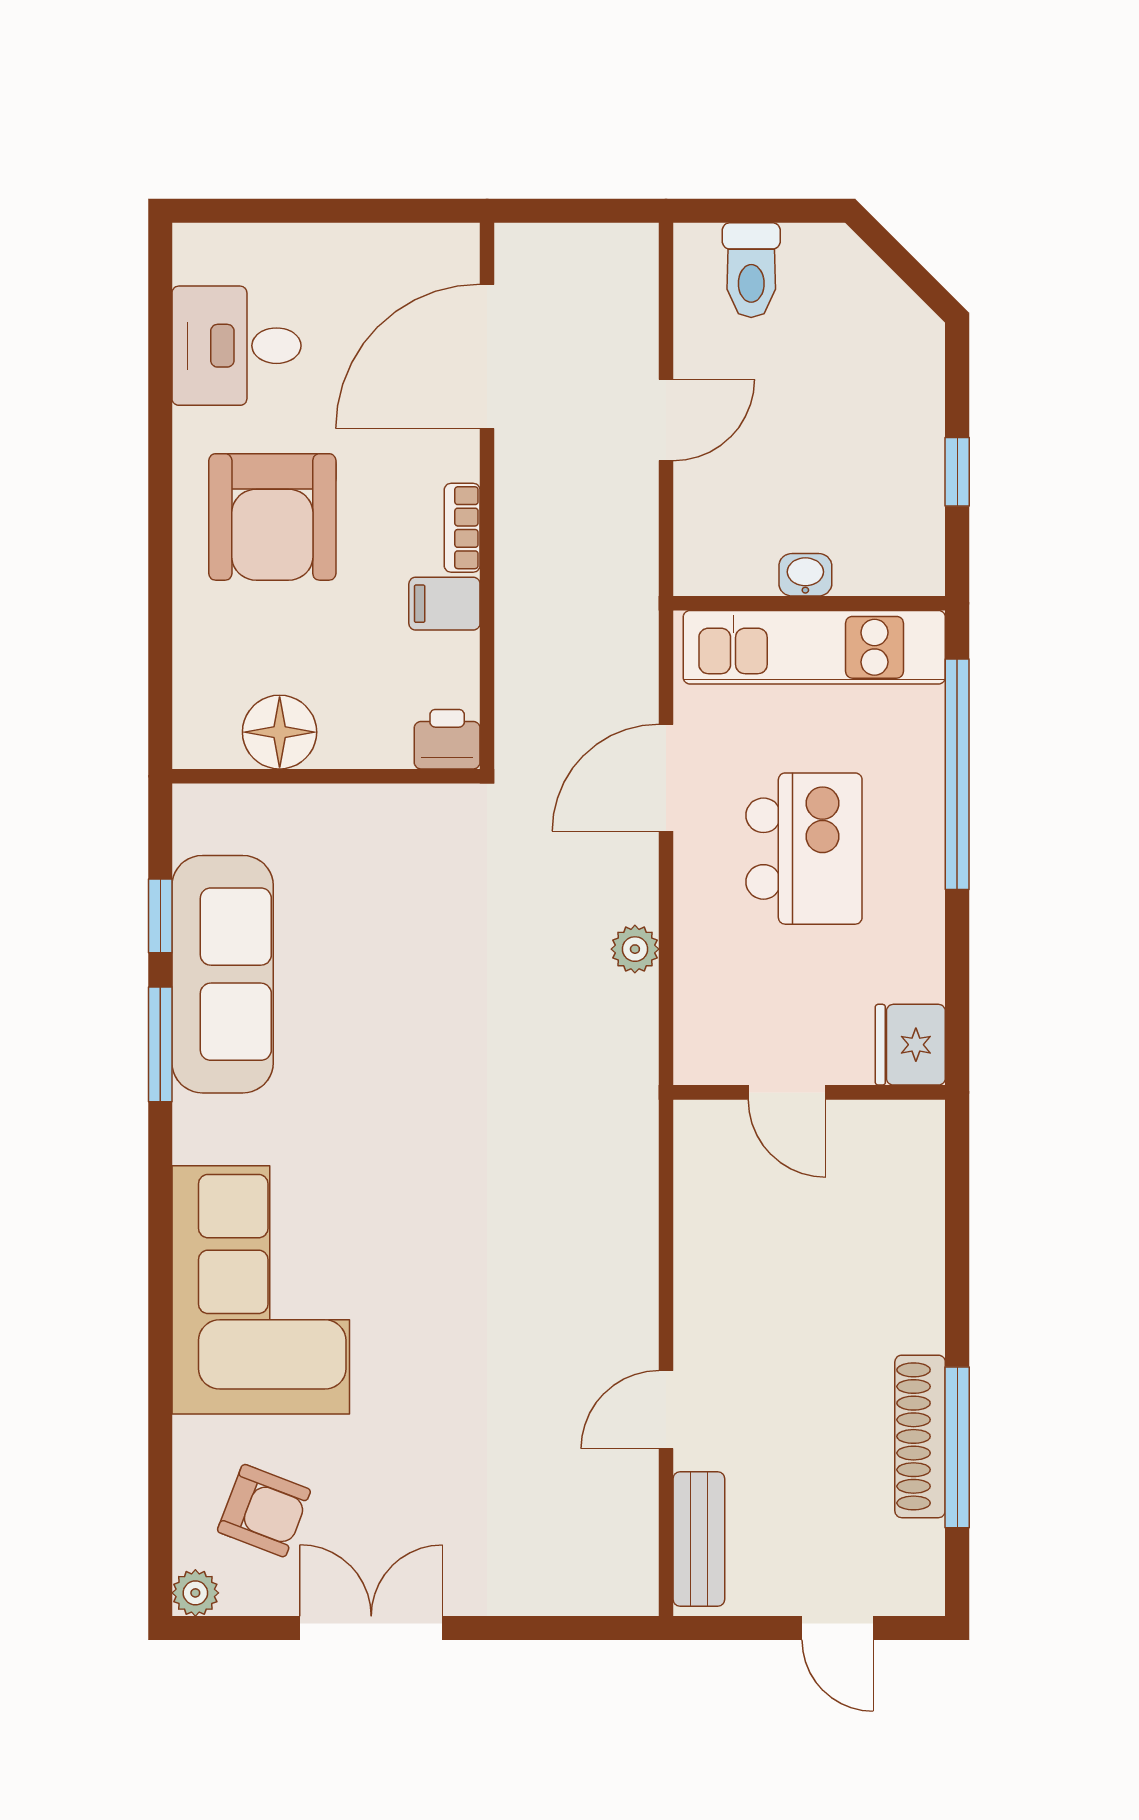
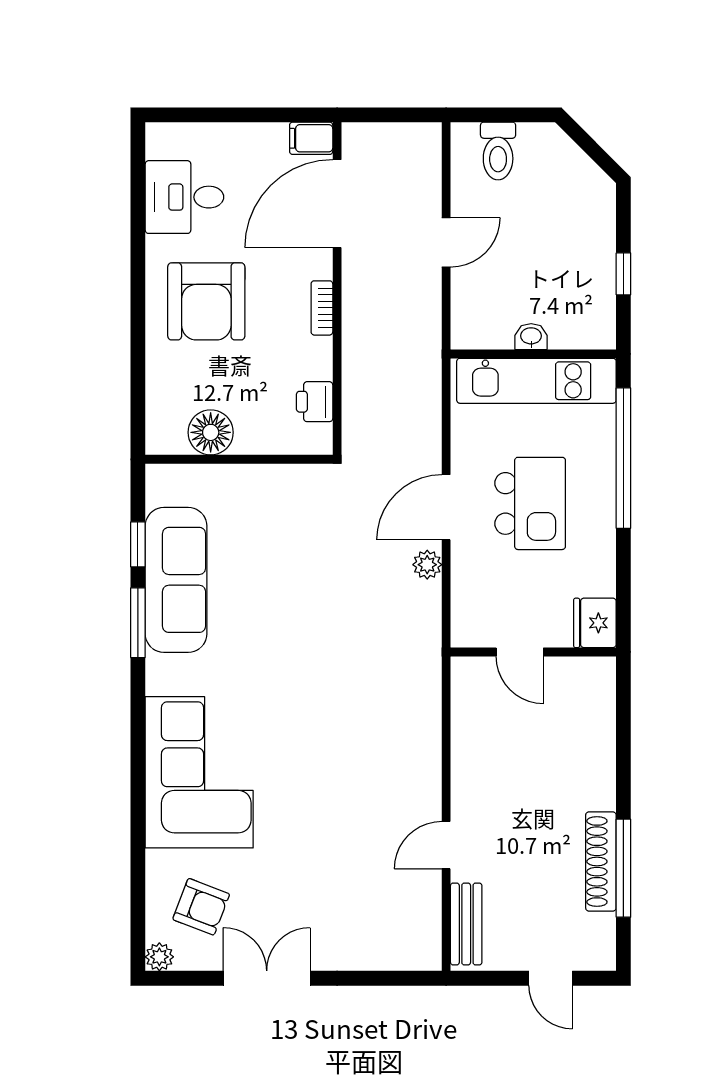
filing cabinet: (444, 604) -> (311, 138), moved
printer: (447, 739) -> (315, 402), moved, turned -90
door: (666, 778) -> (446, 507), moved

